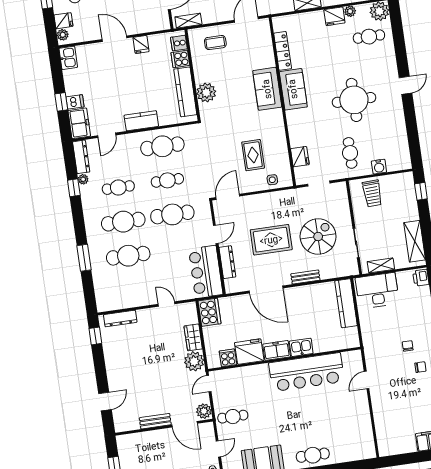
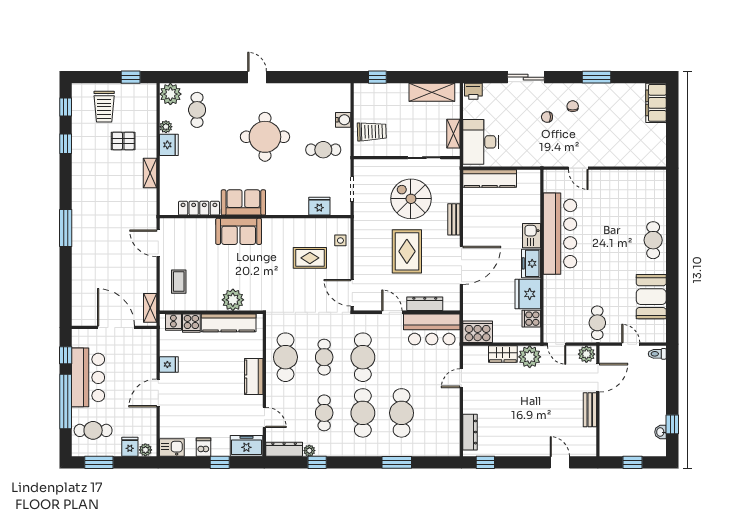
dishwasher: (75, 102) -> (203, 447), moved

